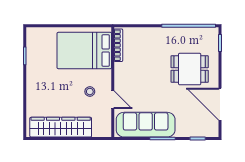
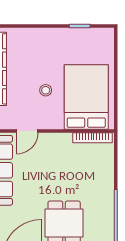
stool: (90, 92) -> (46, 90), moved

